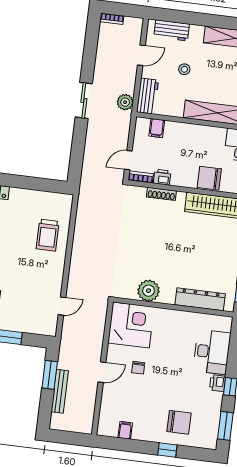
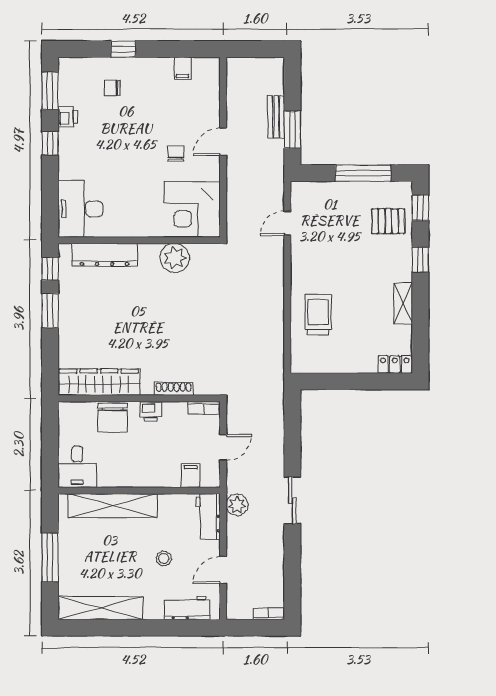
door: (128, 160) -> (223, 447), moved
printer: (162, 177) -> (151, 411), moved
chair: (209, 178) -> (113, 418), turned 90
desk: (212, 352) -> (80, 209), moved
printer: (217, 383) -> (68, 117), moved
bench: (60, 391) -> (276, 117), width x0.73
chair: (179, 422) -> (112, 88), width x0.54, depth x0.54

